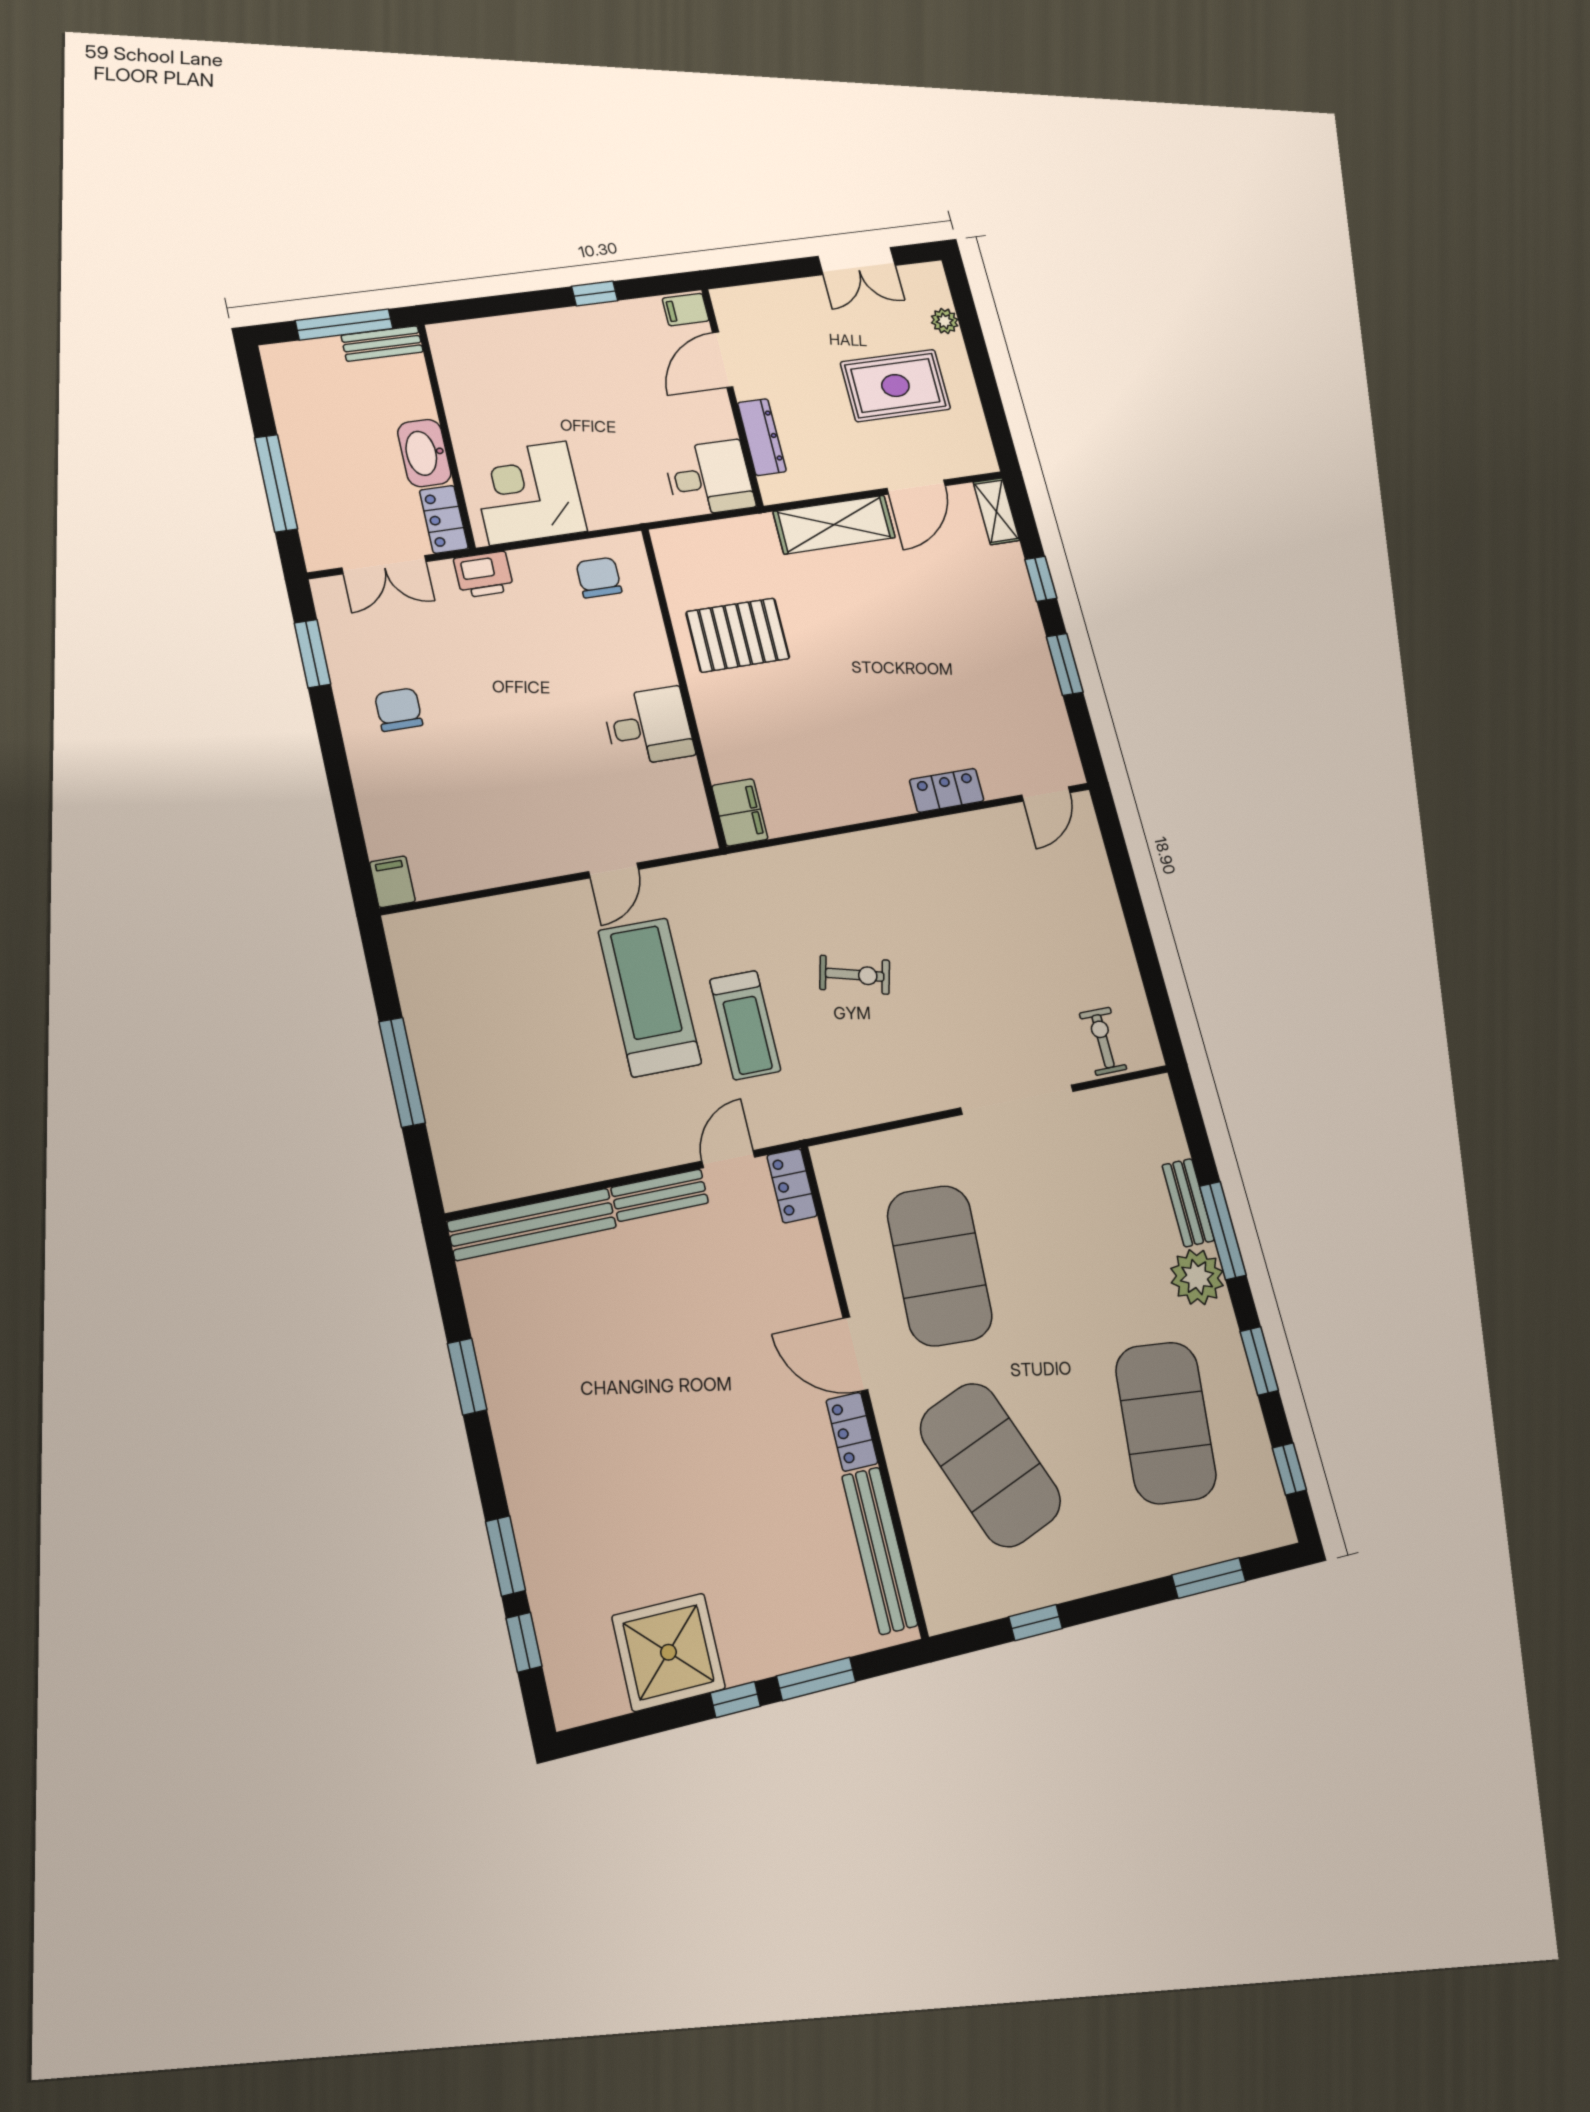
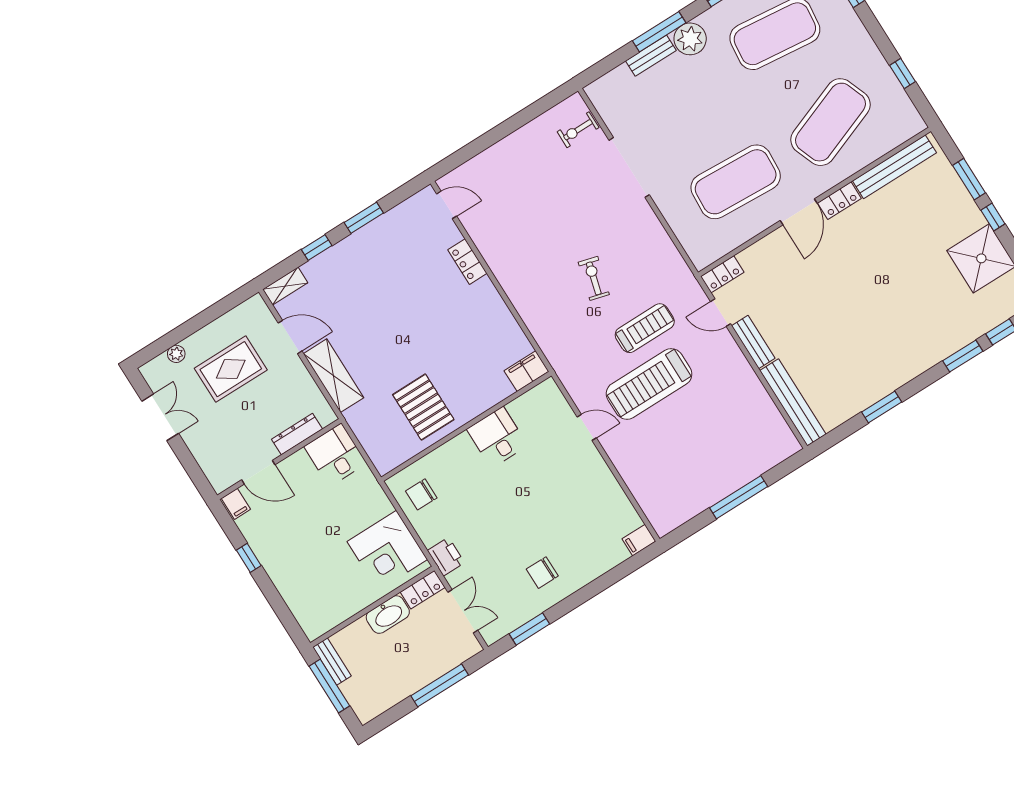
rug: (895, 386) -> (231, 369), turned 90

